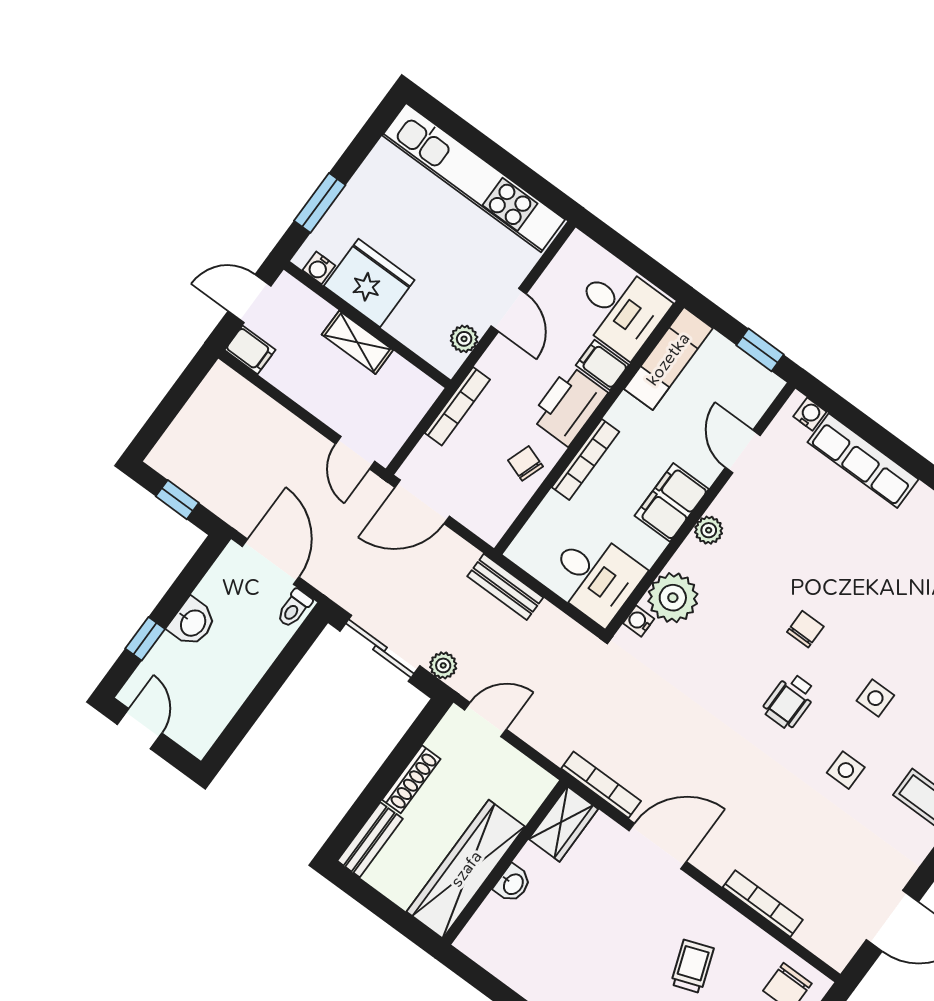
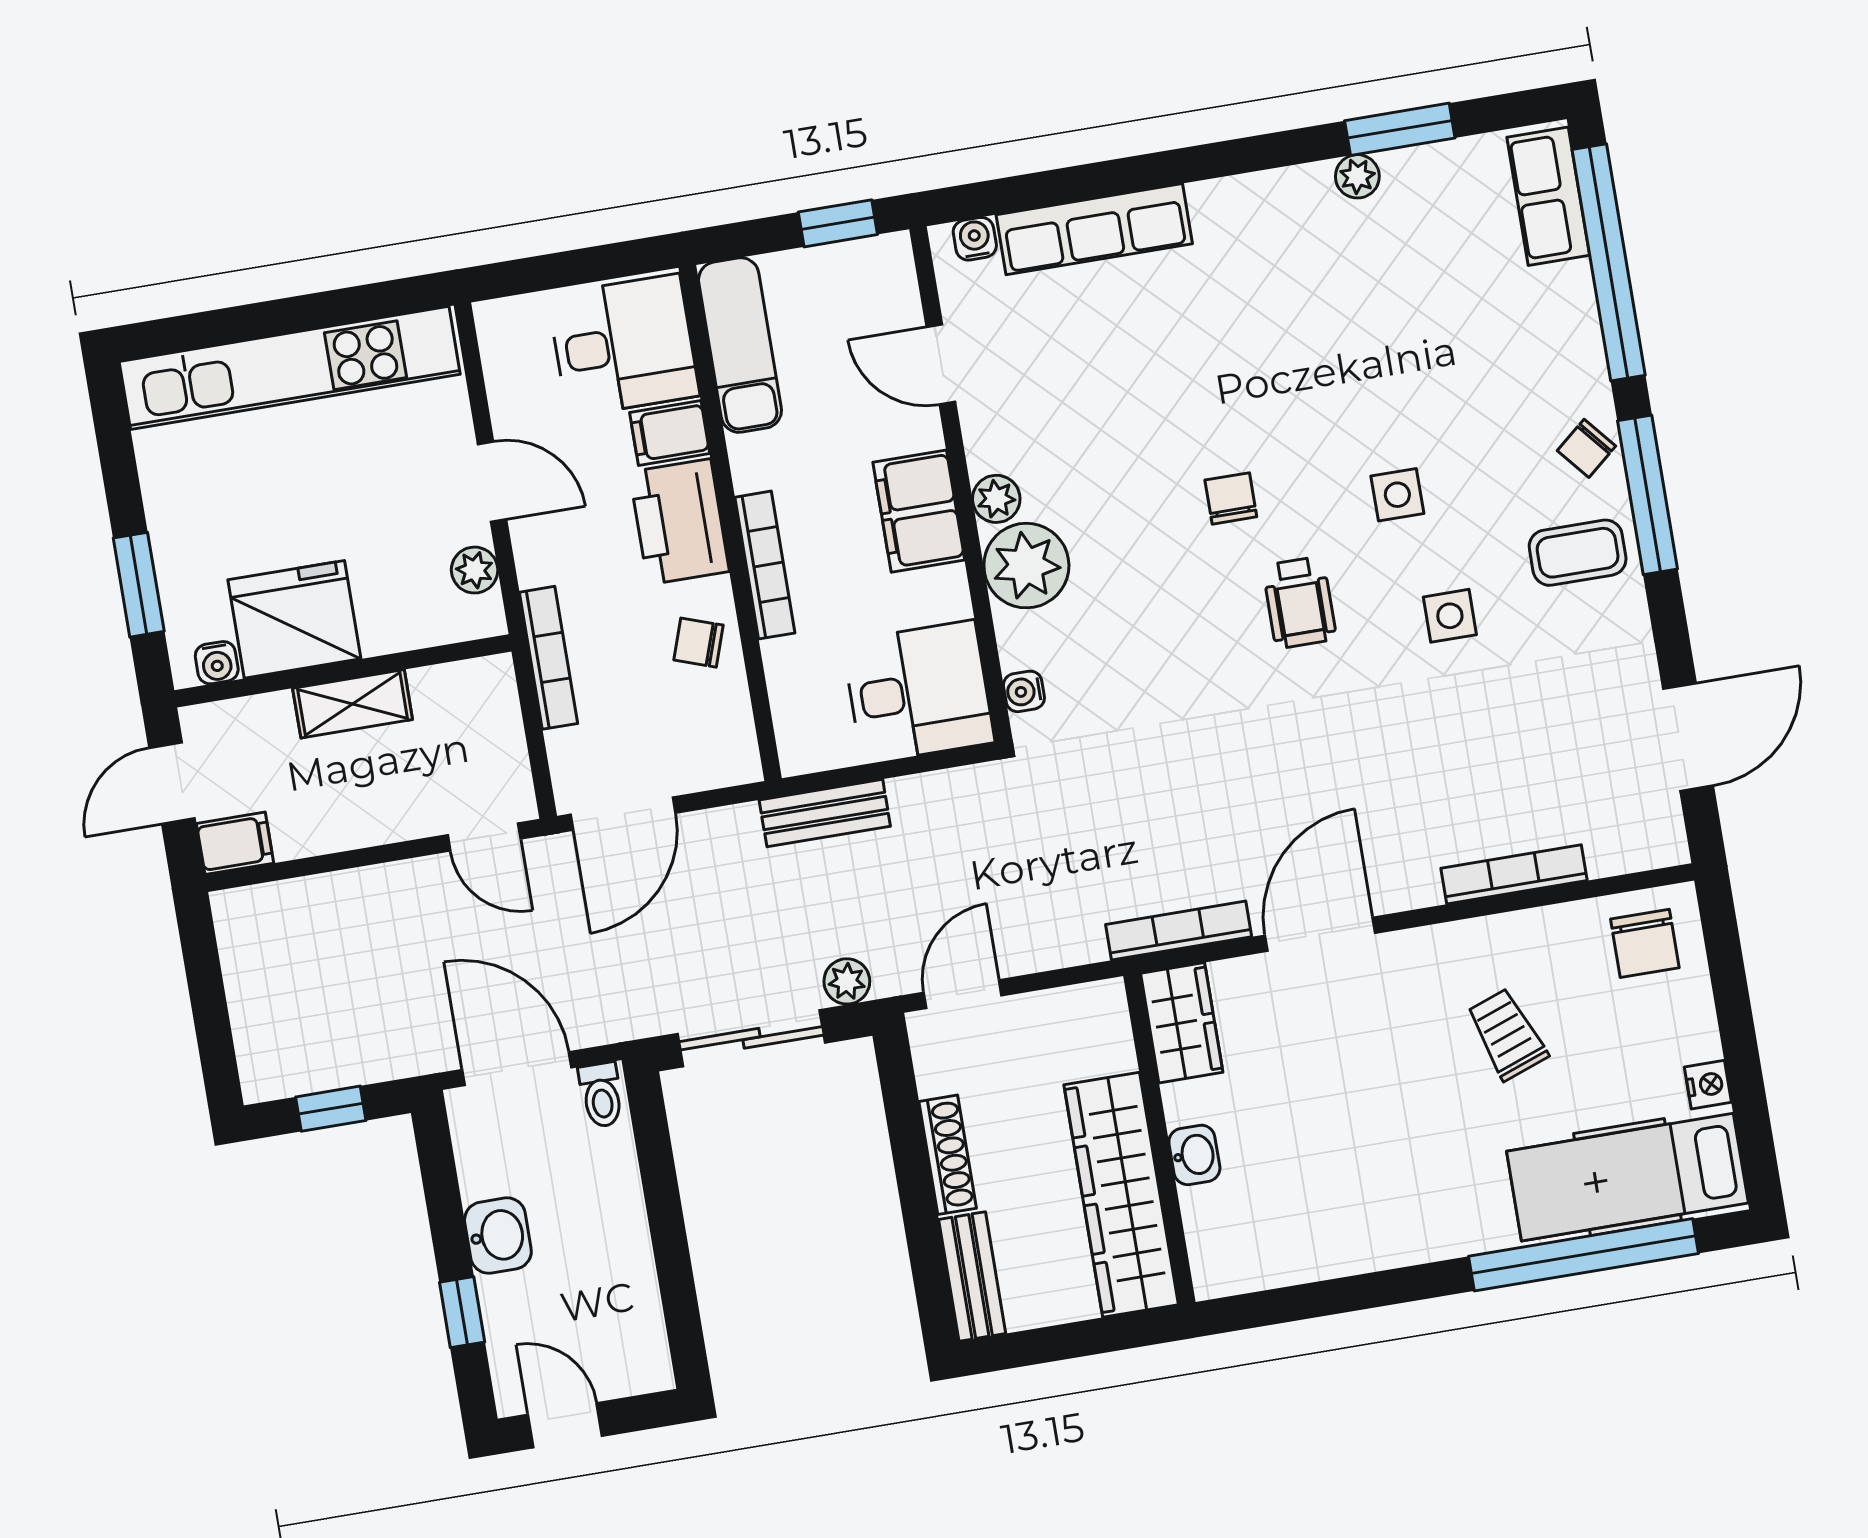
plant: (673, 598) -> (1026, 566), moved

